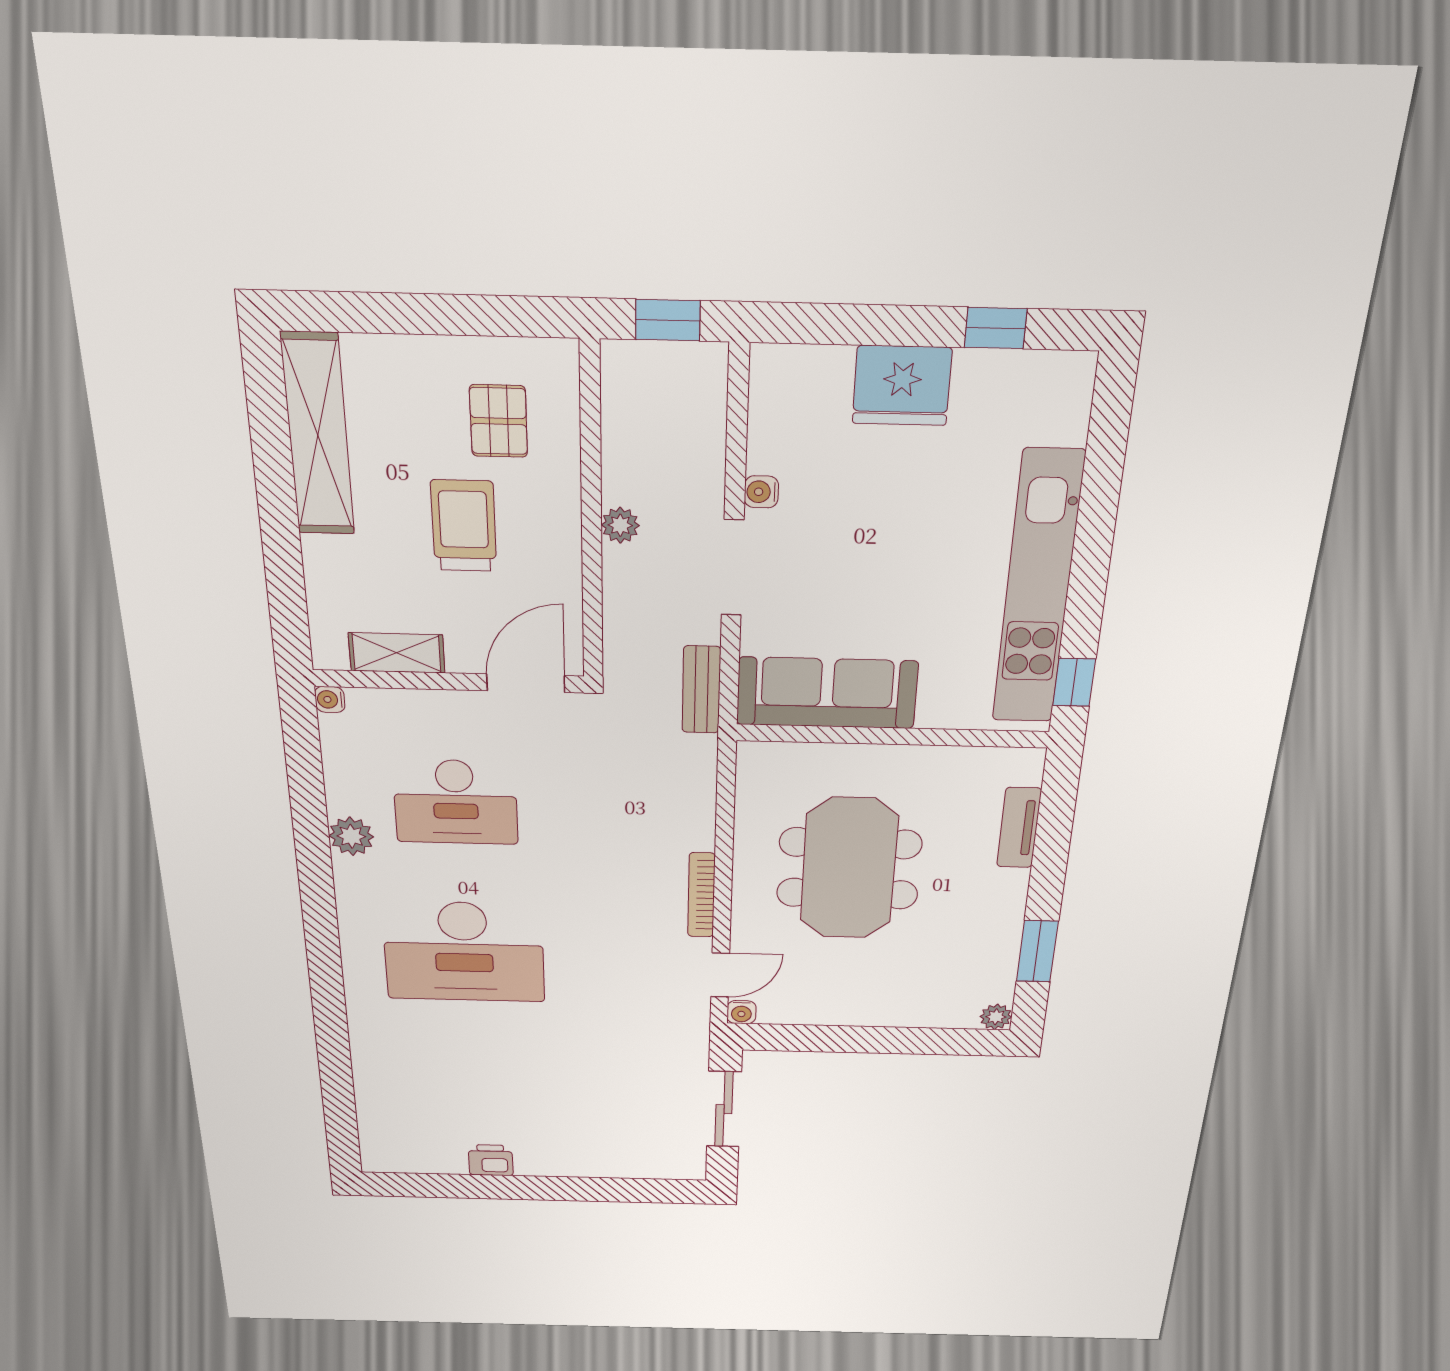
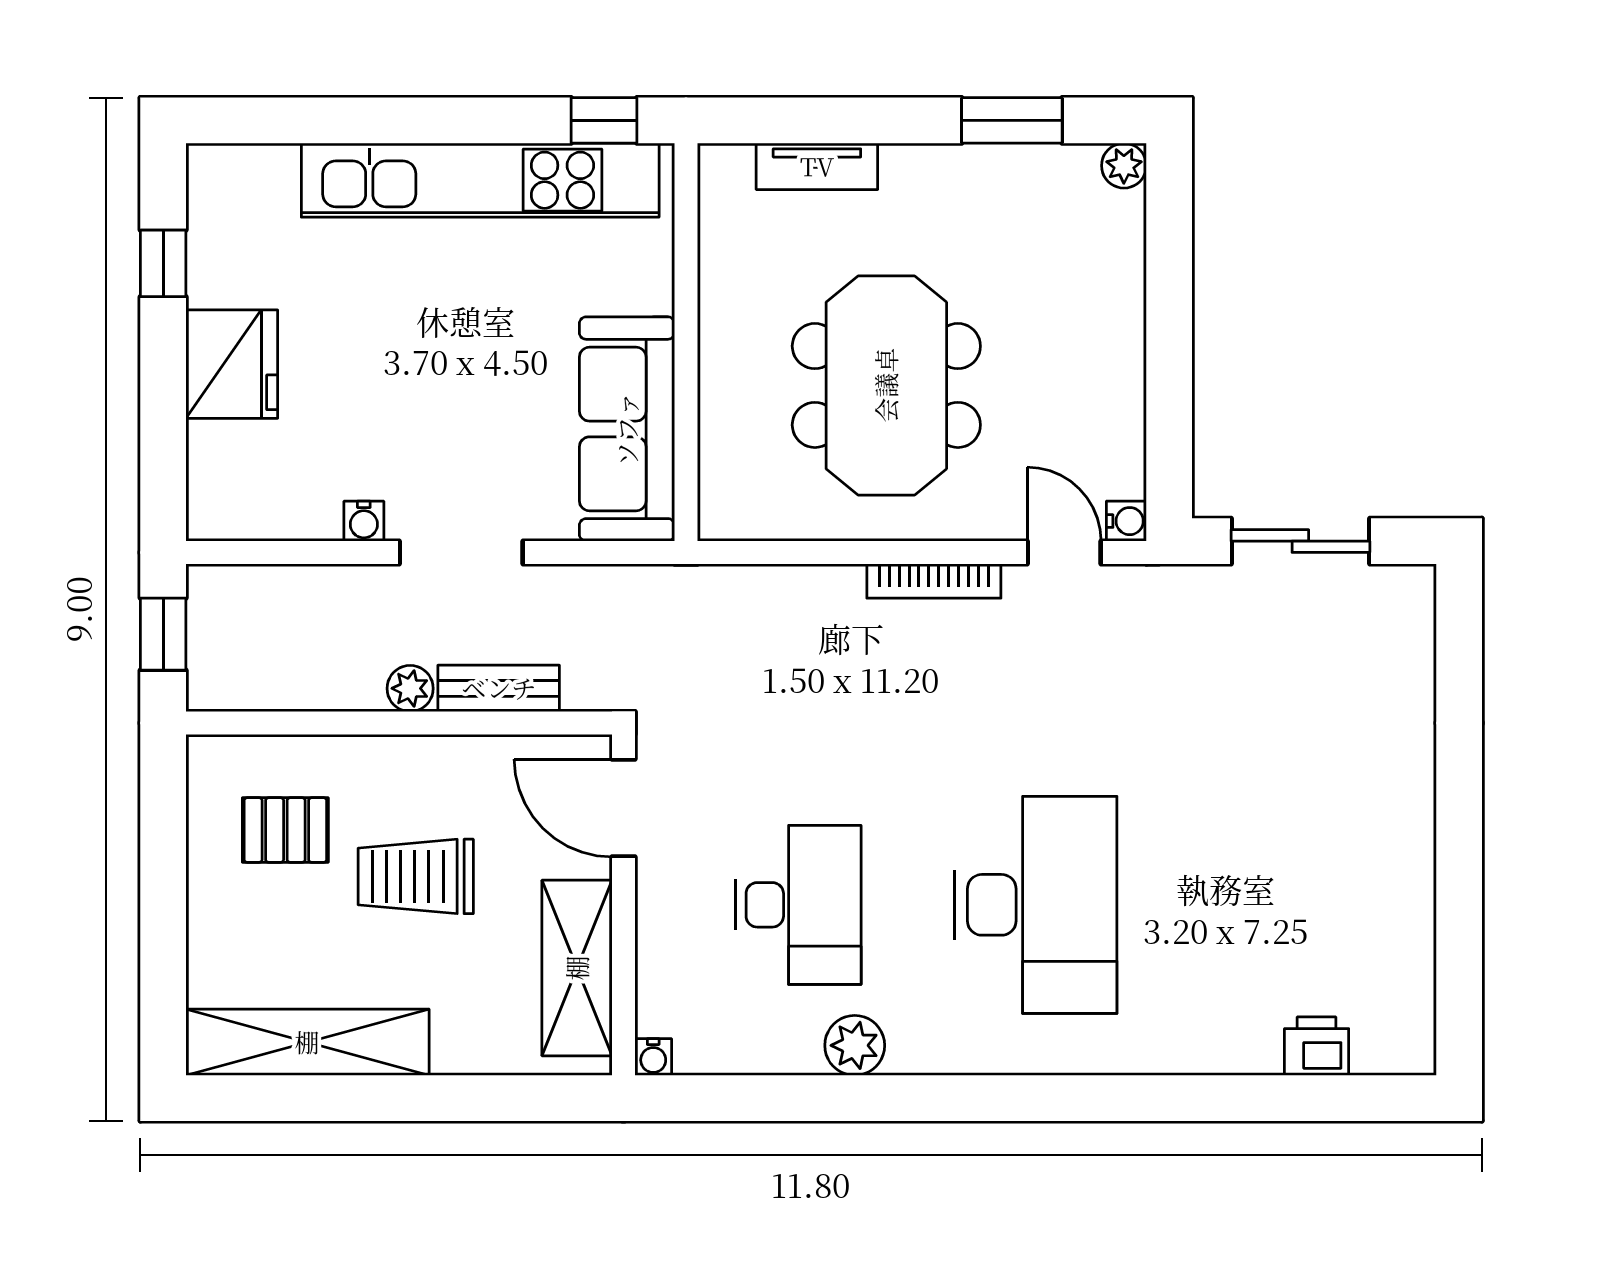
shelving: (397, 653) -> (577, 968), width x1.50, depth x1.33
bench: (701, 690) -> (499, 688), moved
meeting table: (849, 869) -> (886, 385), turned 90
printer: (491, 1160) -> (1317, 1046), moved, turned 90

